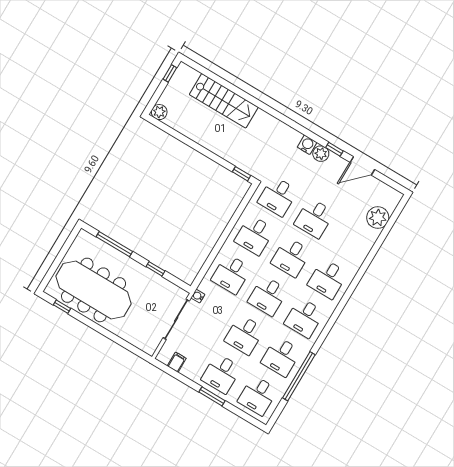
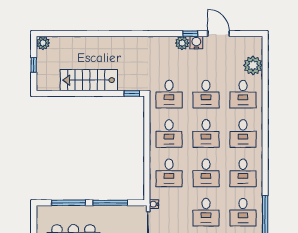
window: (170, 73) -> (34, 65), moved
stairs: (224, 101) -> (89, 80), moved, turned 180
plant: (159, 112) -> (43, 43), moved
water cooler: (307, 145) -> (196, 43), moved
door: (362, 166) -> (219, 34), swing flipped
desk: (351, 240) -> (243, 94), added
window: (156, 269) -> (110, 203), width x2.17

